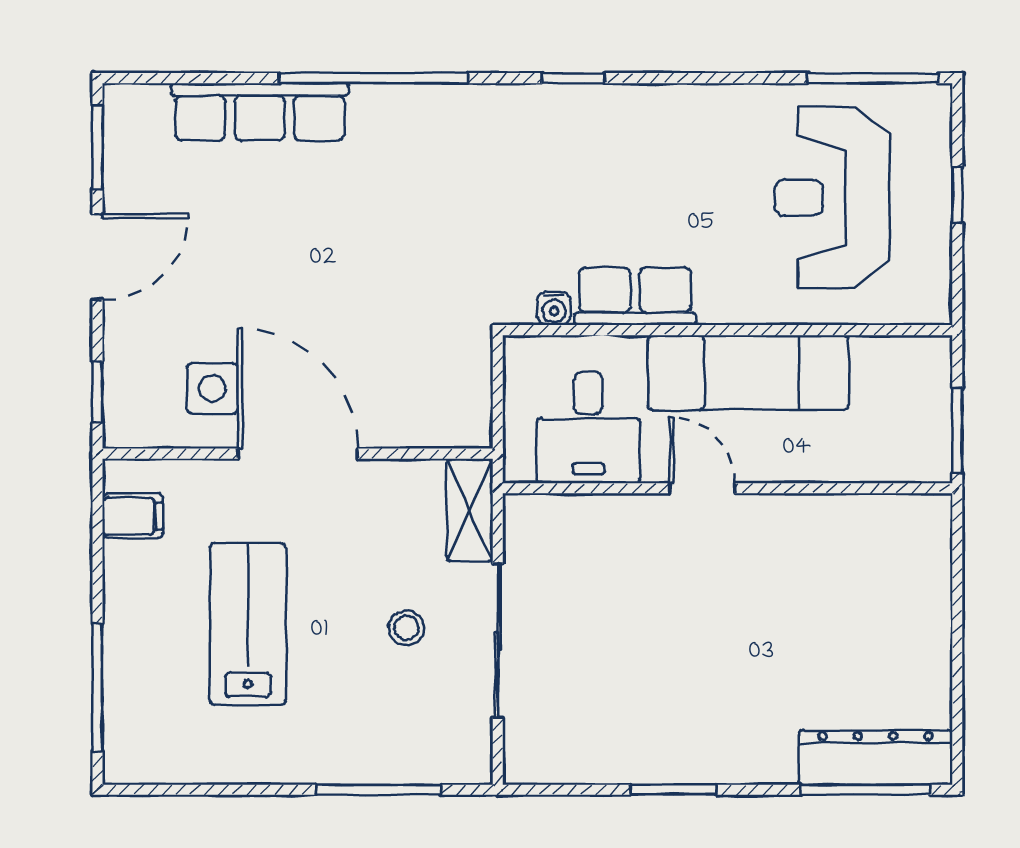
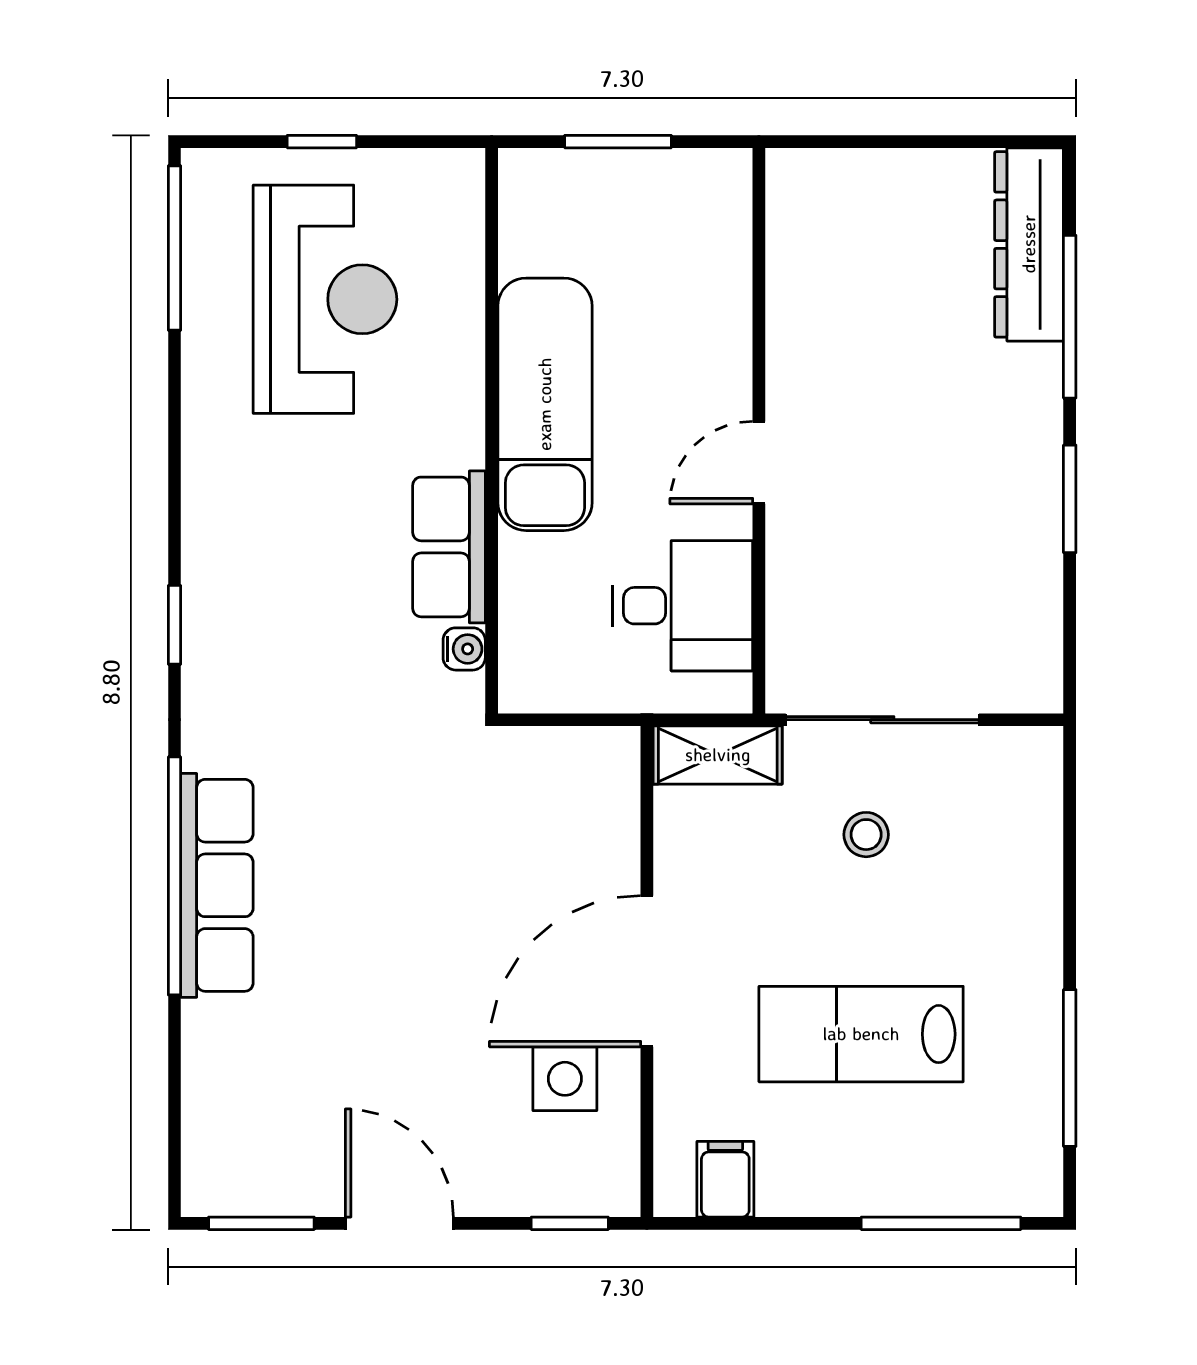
row of seats: (260, 112) -> (217, 885), moved
reception desk: (832, 198) -> (325, 299), turned -90
desk: (588, 427) -> (682, 606), moved
door: (702, 488) -> (759, 463), moved
wall: (727, 488) -> (759, 431), moved
window: (378, 790) -> (1070, 1068), moved
window: (865, 790) -> (1070, 317), moved

